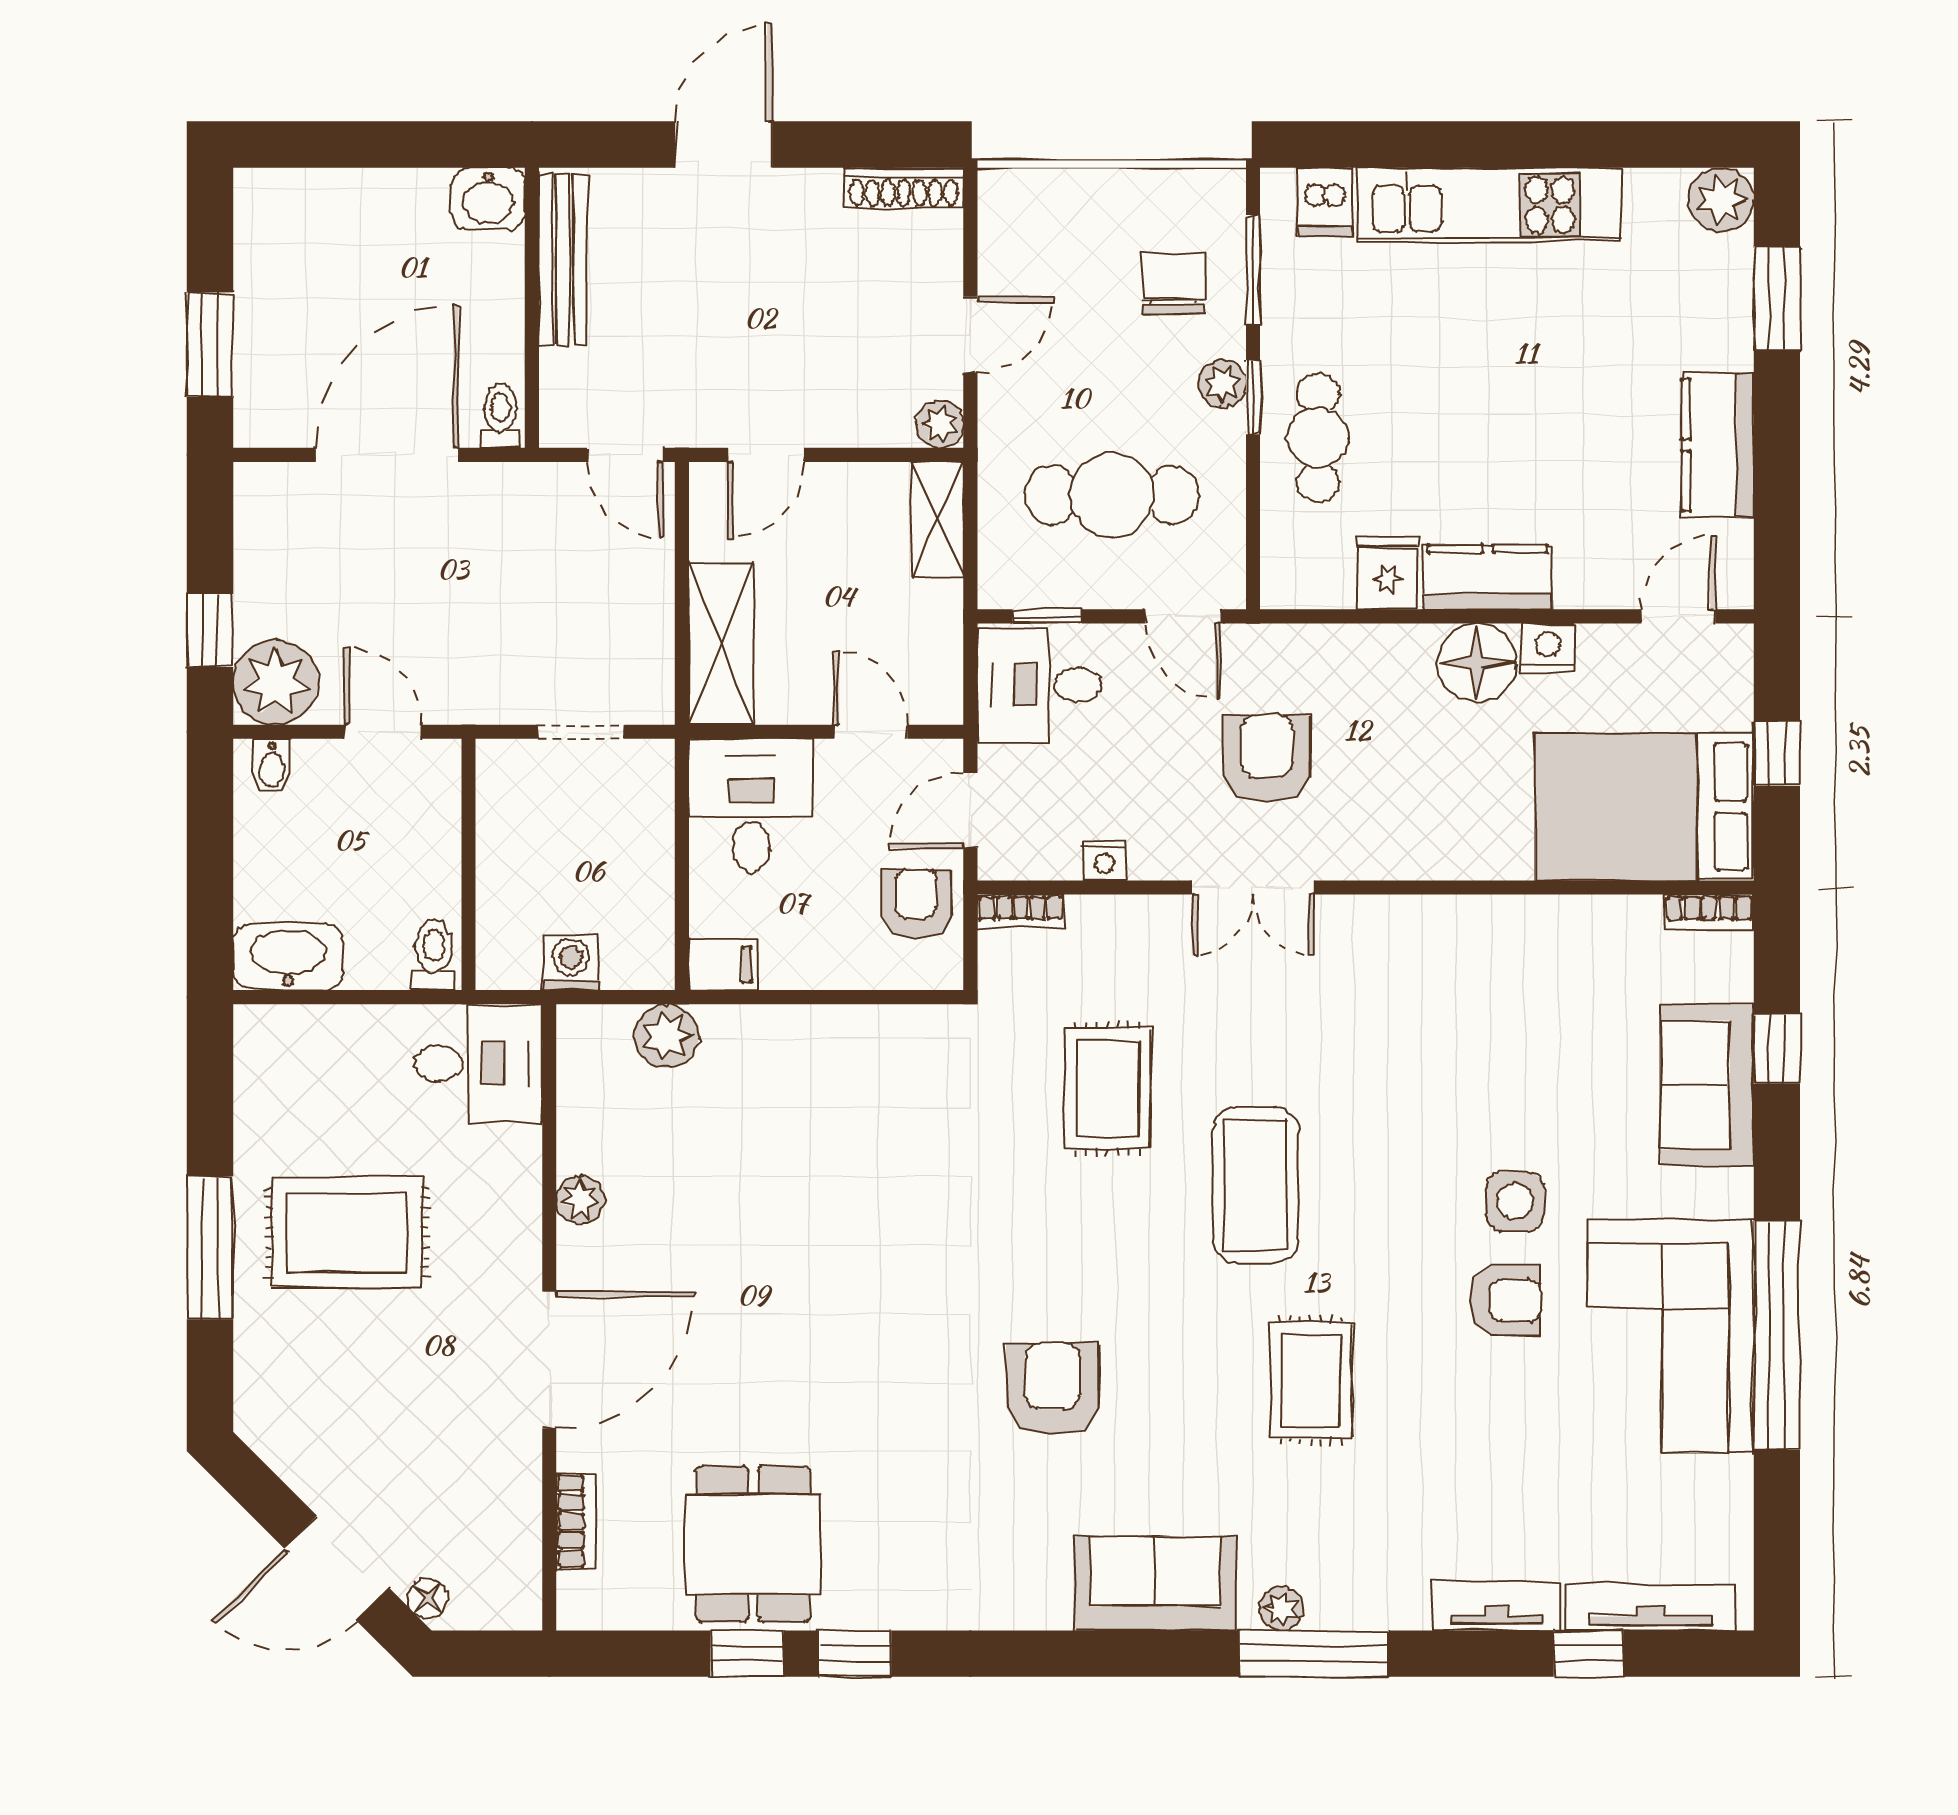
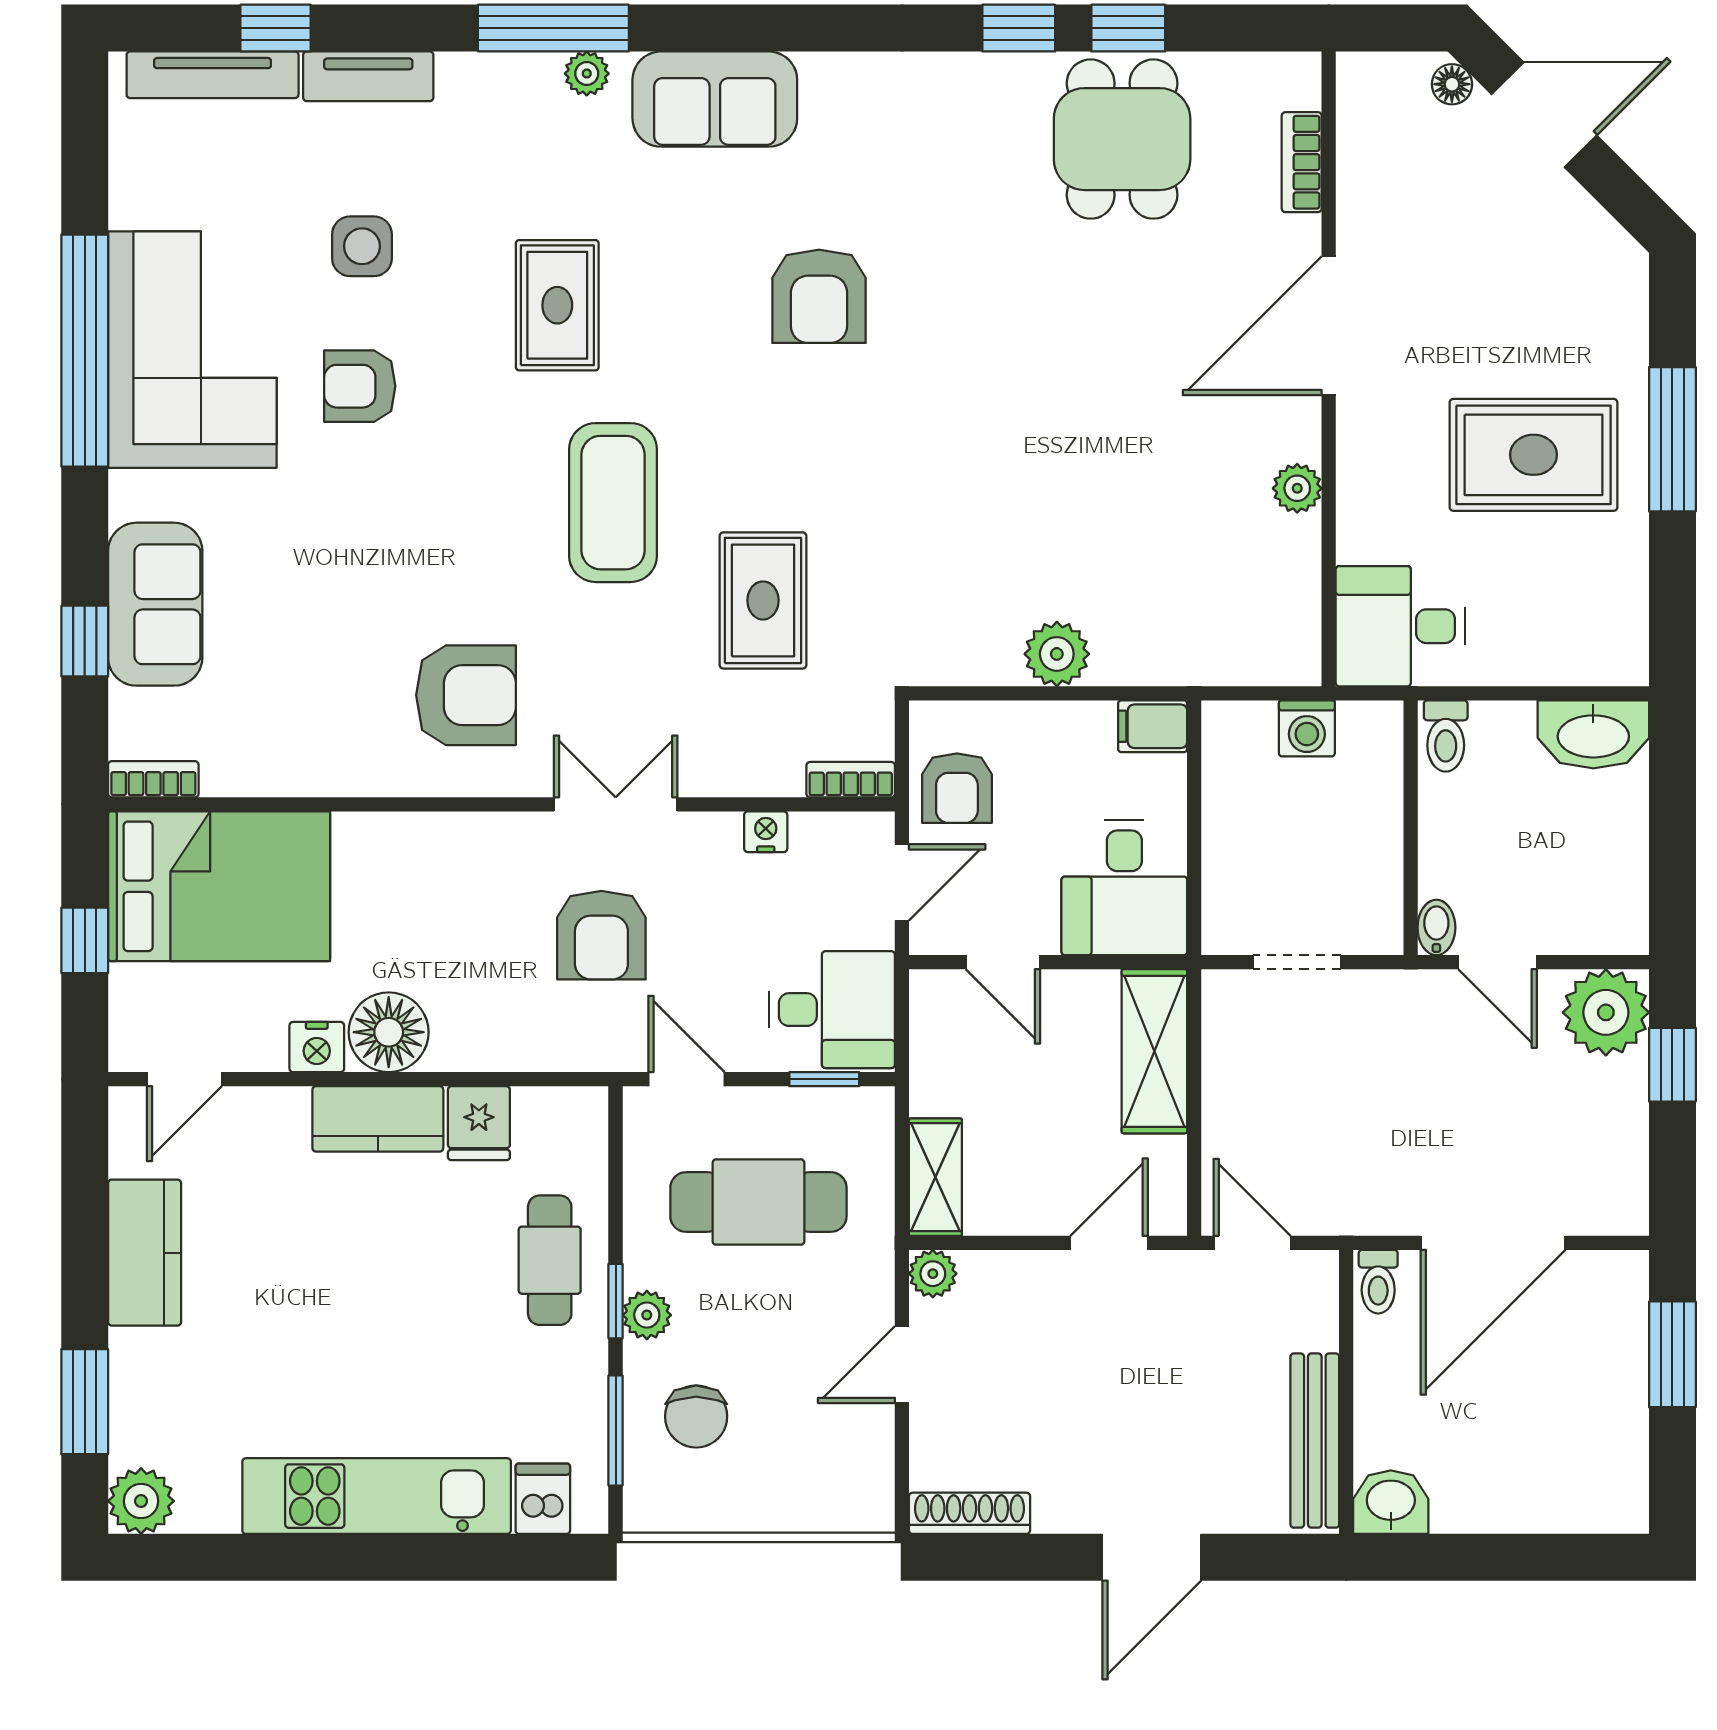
bidet: (272, 766) -> (1436, 927), moved
armchair: (1401, 995) -> (466, 695), added
plant: (667, 1036) -> (1057, 654), moved
side table: (1515, 1202) -> (362, 246), moved

